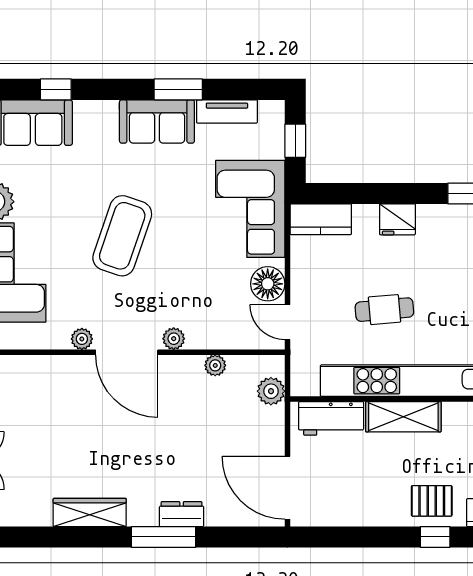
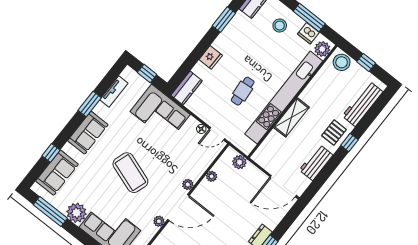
sofa: (157, 121) -> (88, 133), moved
floor lamp: (268, 284) -> (201, 129), width x0.53, depth x0.53
workbench: (331, 418) -> (316, 163), moved, turned 180

